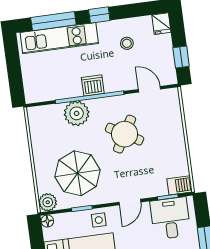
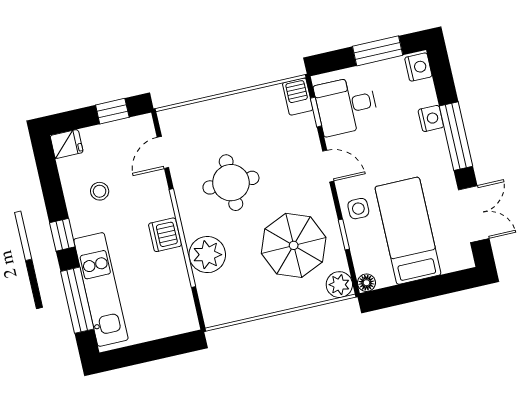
round table: (125, 134) -> (231, 183), turned -30

